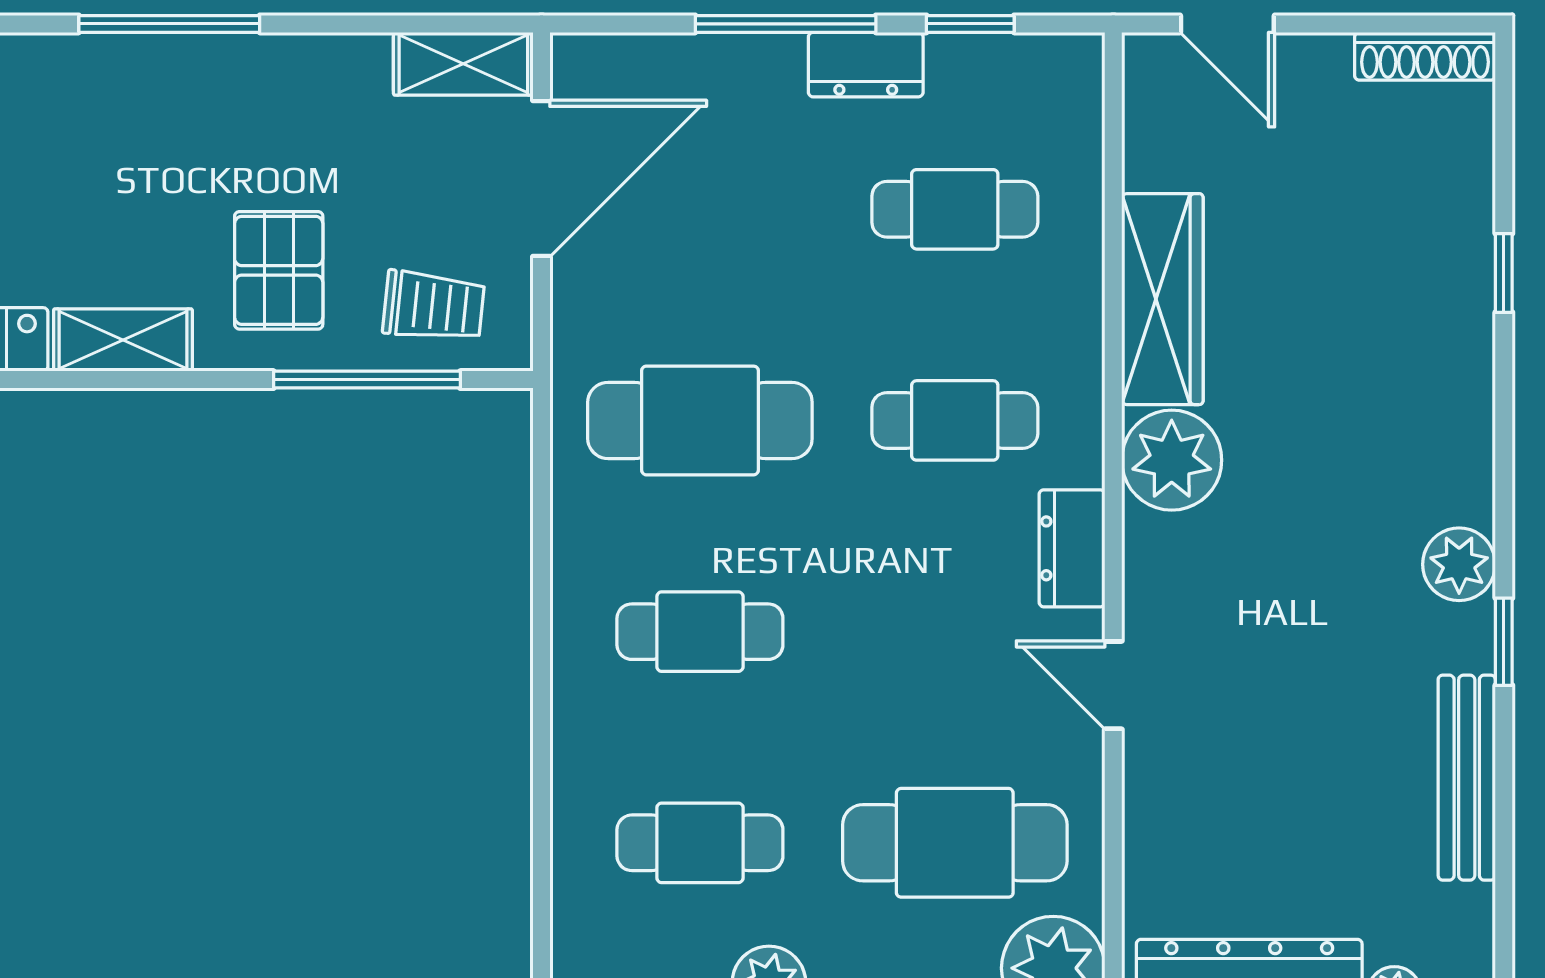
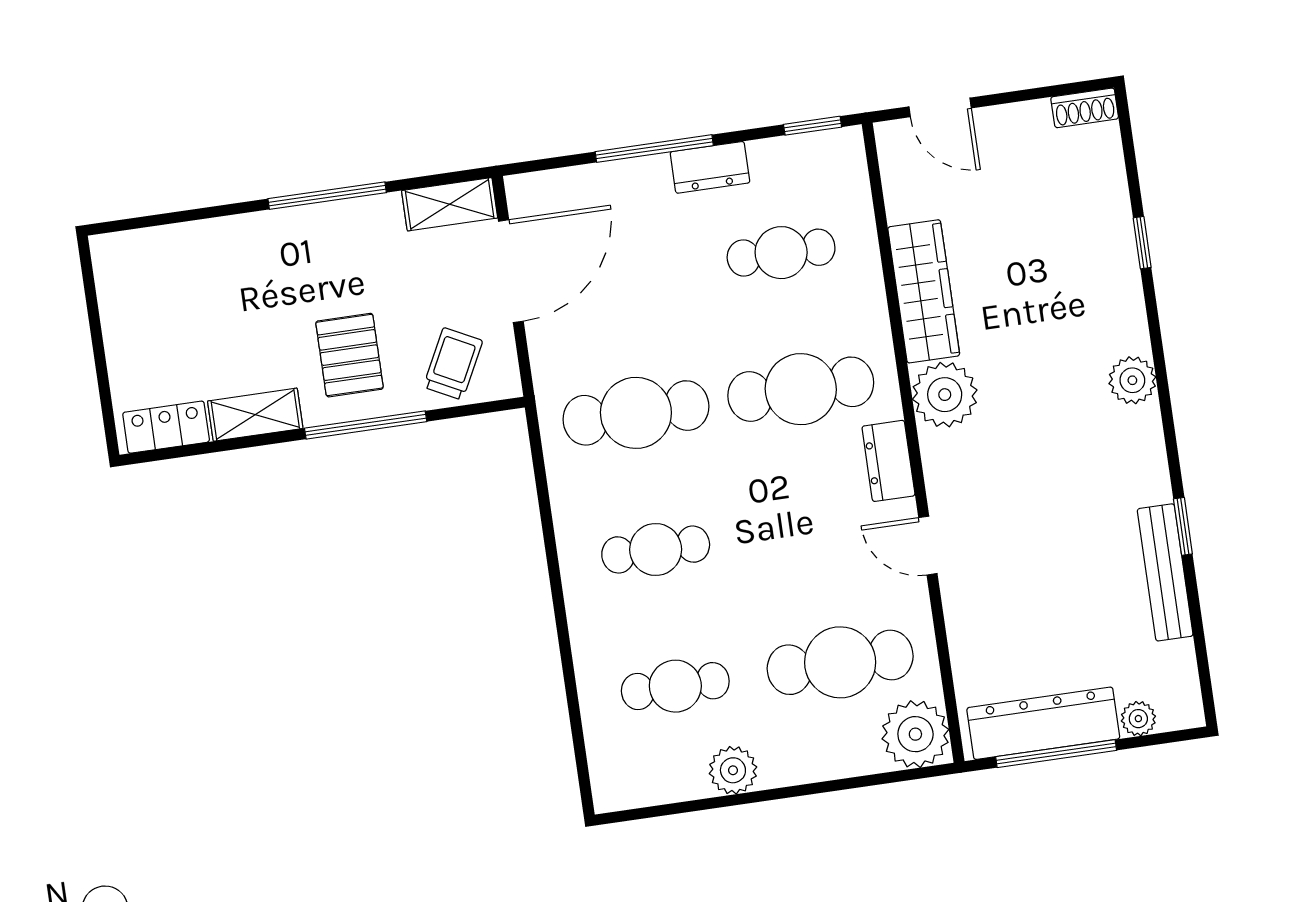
window: (169, 24) -> (327, 196), moved
window: (970, 24) -> (813, 126), moved
shoe rack: (1425, 56) -> (1085, 108), width x0.70
trolley: (434, 306) -> (453, 364), turned -69
window: (367, 380) -> (366, 425), moved
cafe table: (955, 420) -> (801, 389), width x1.37, depth x1.35
plant: (1459, 564) -> (1132, 380), moved
window: (1504, 642) -> (1183, 526), moved

